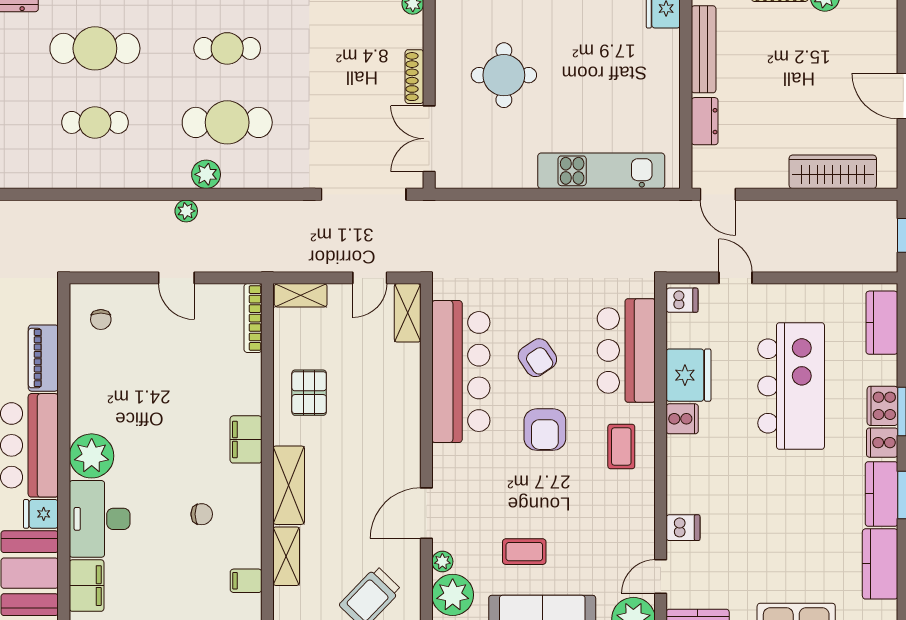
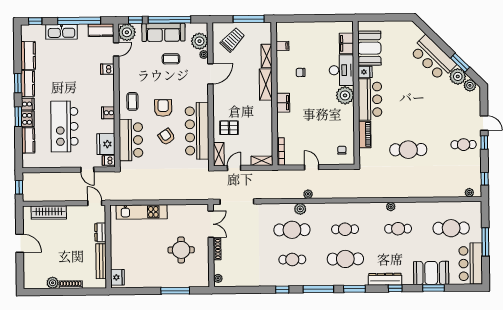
kitchen counter: (882, 323) -> (28, 140), moved
fridge: (689, 375) -> (106, 144), moved
pallet: (309, 393) -> (229, 128), moved, turned 90

